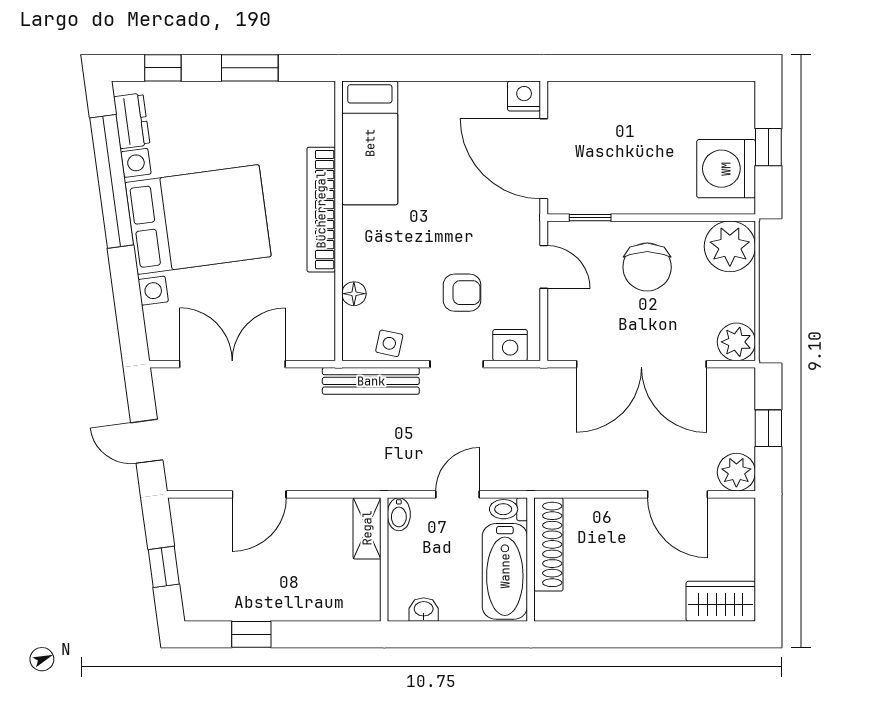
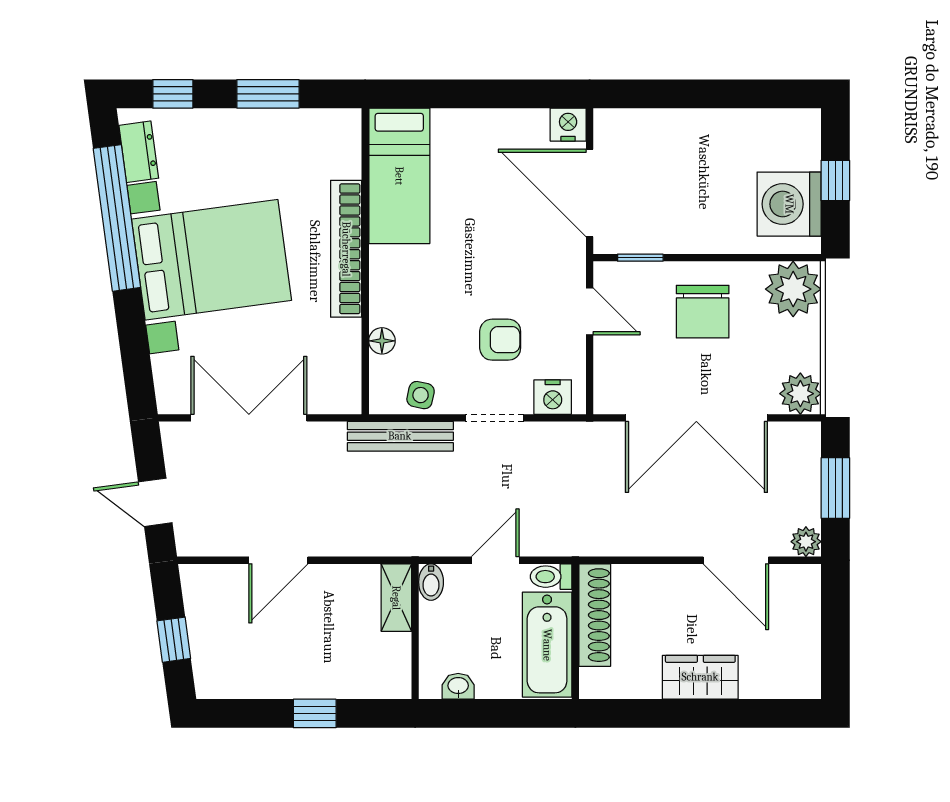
window: (768, 428) -> (835, 488), width x1.50
plant: (736, 472) -> (806, 542), width x0.73, depth x0.73
wardrobe: (721, 601) -> (700, 677), moved
window: (251, 634) -> (315, 713), moved

